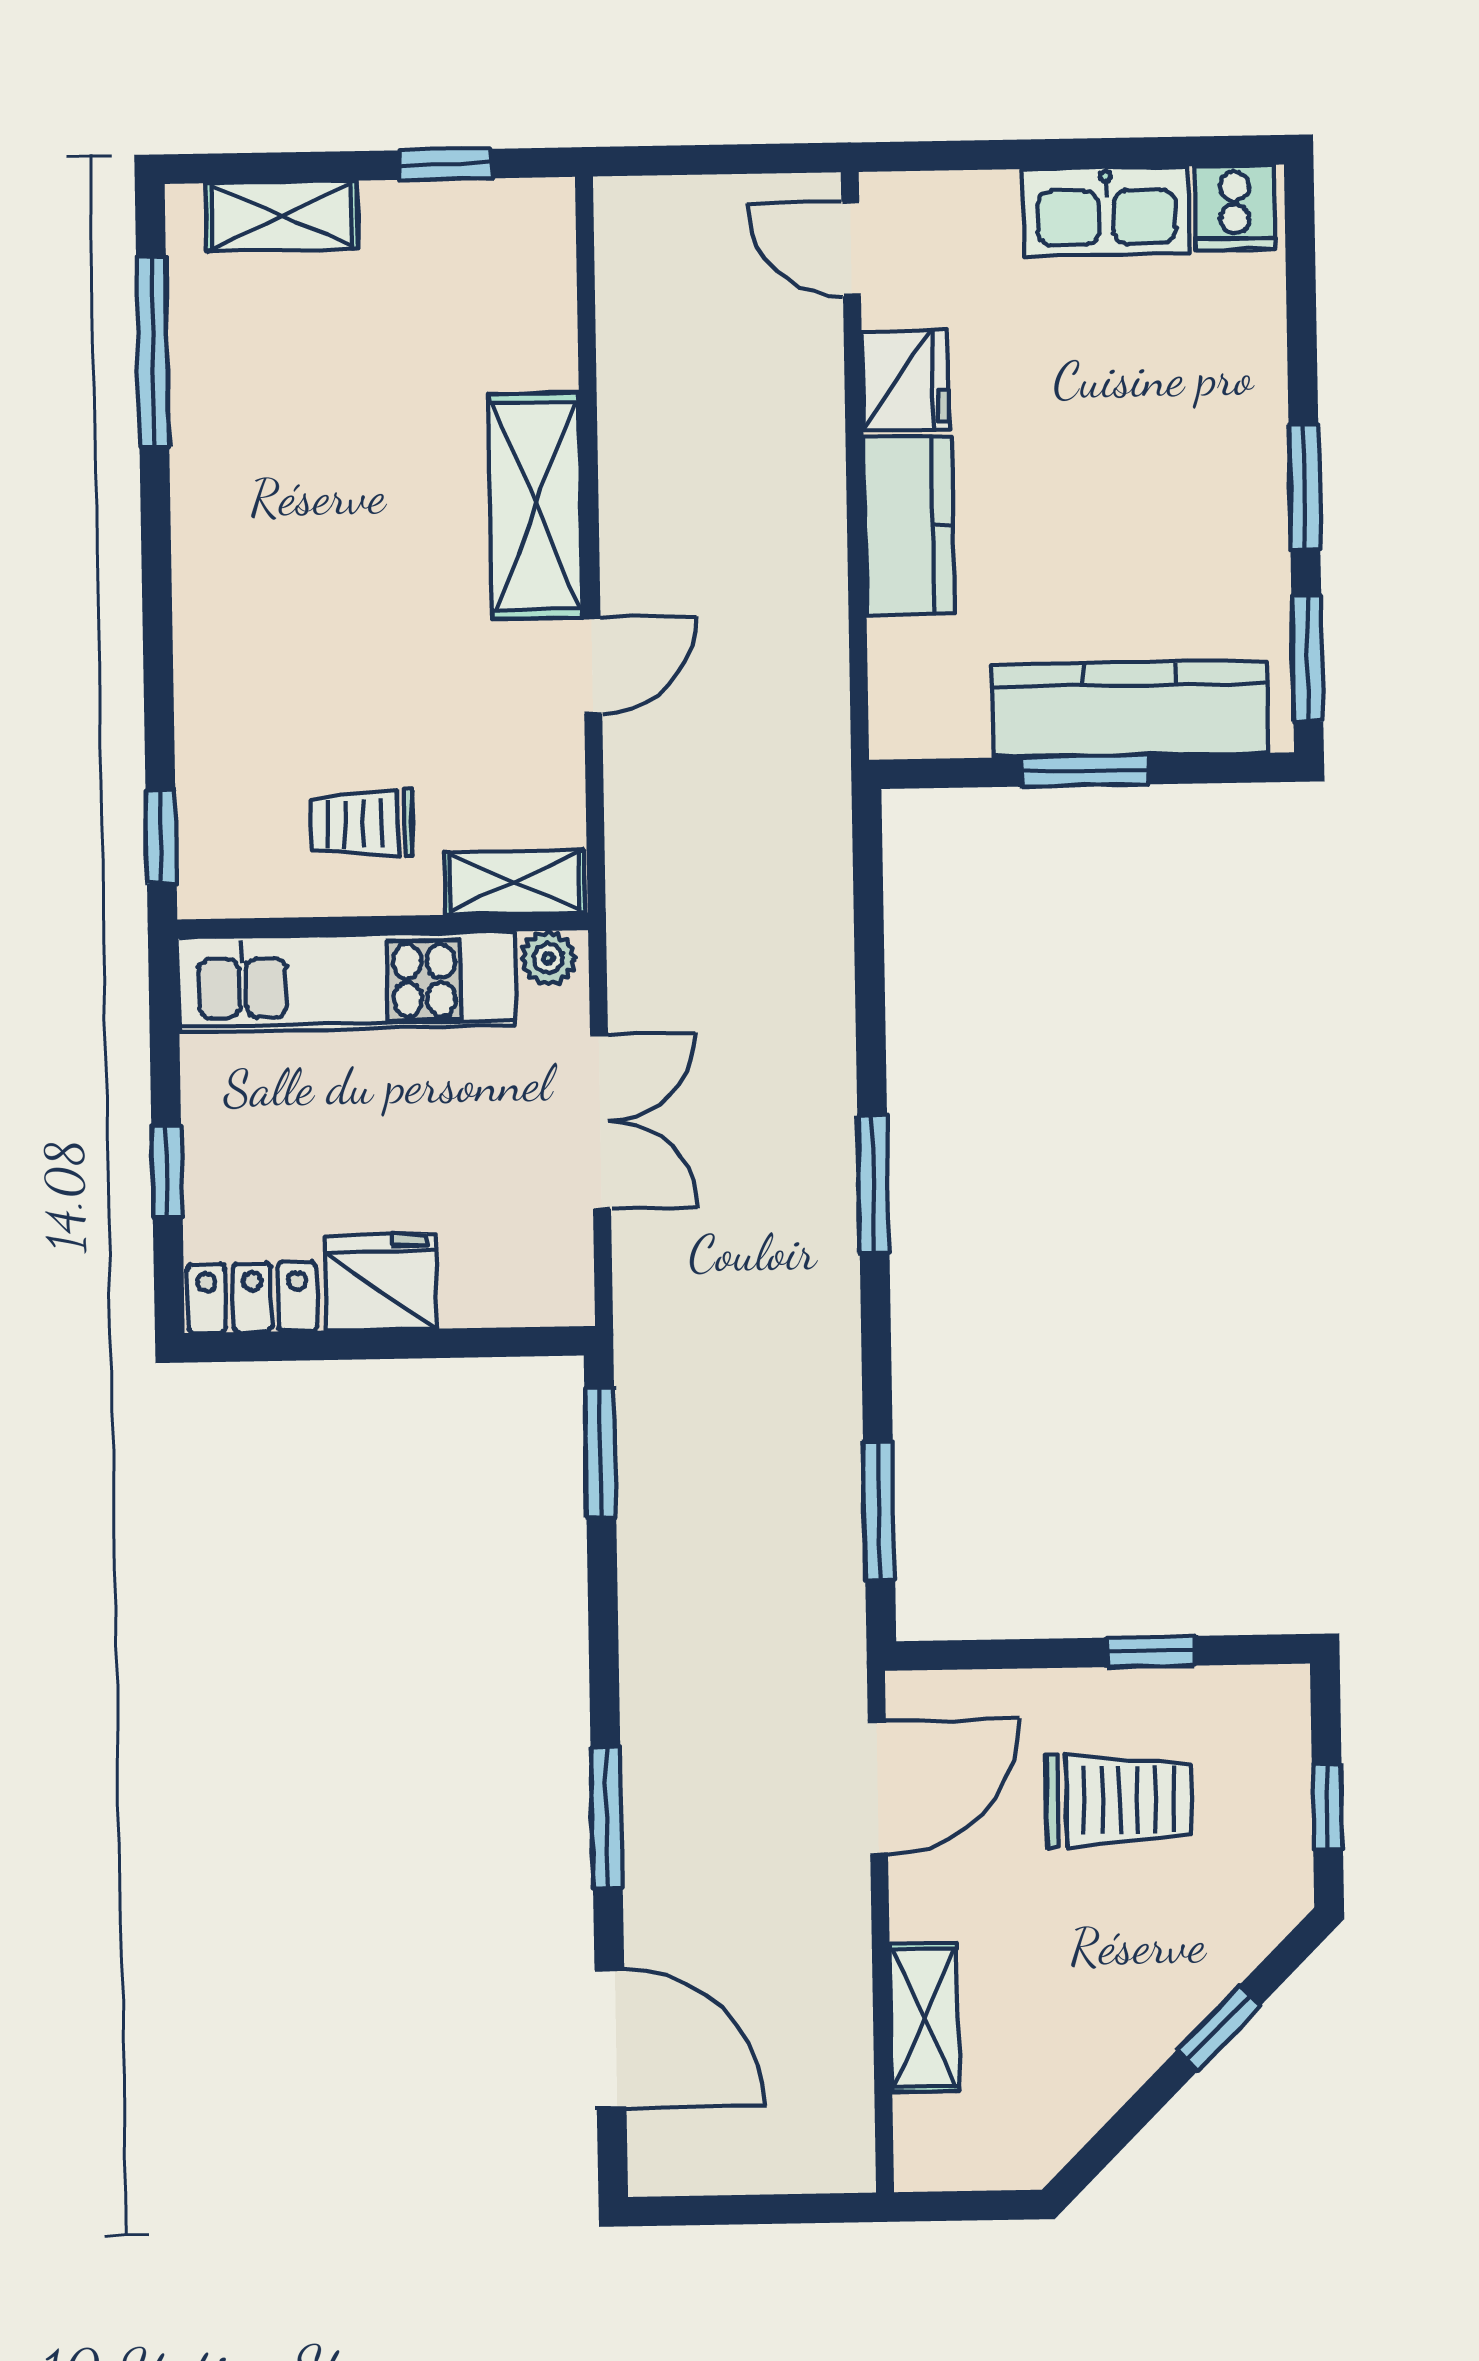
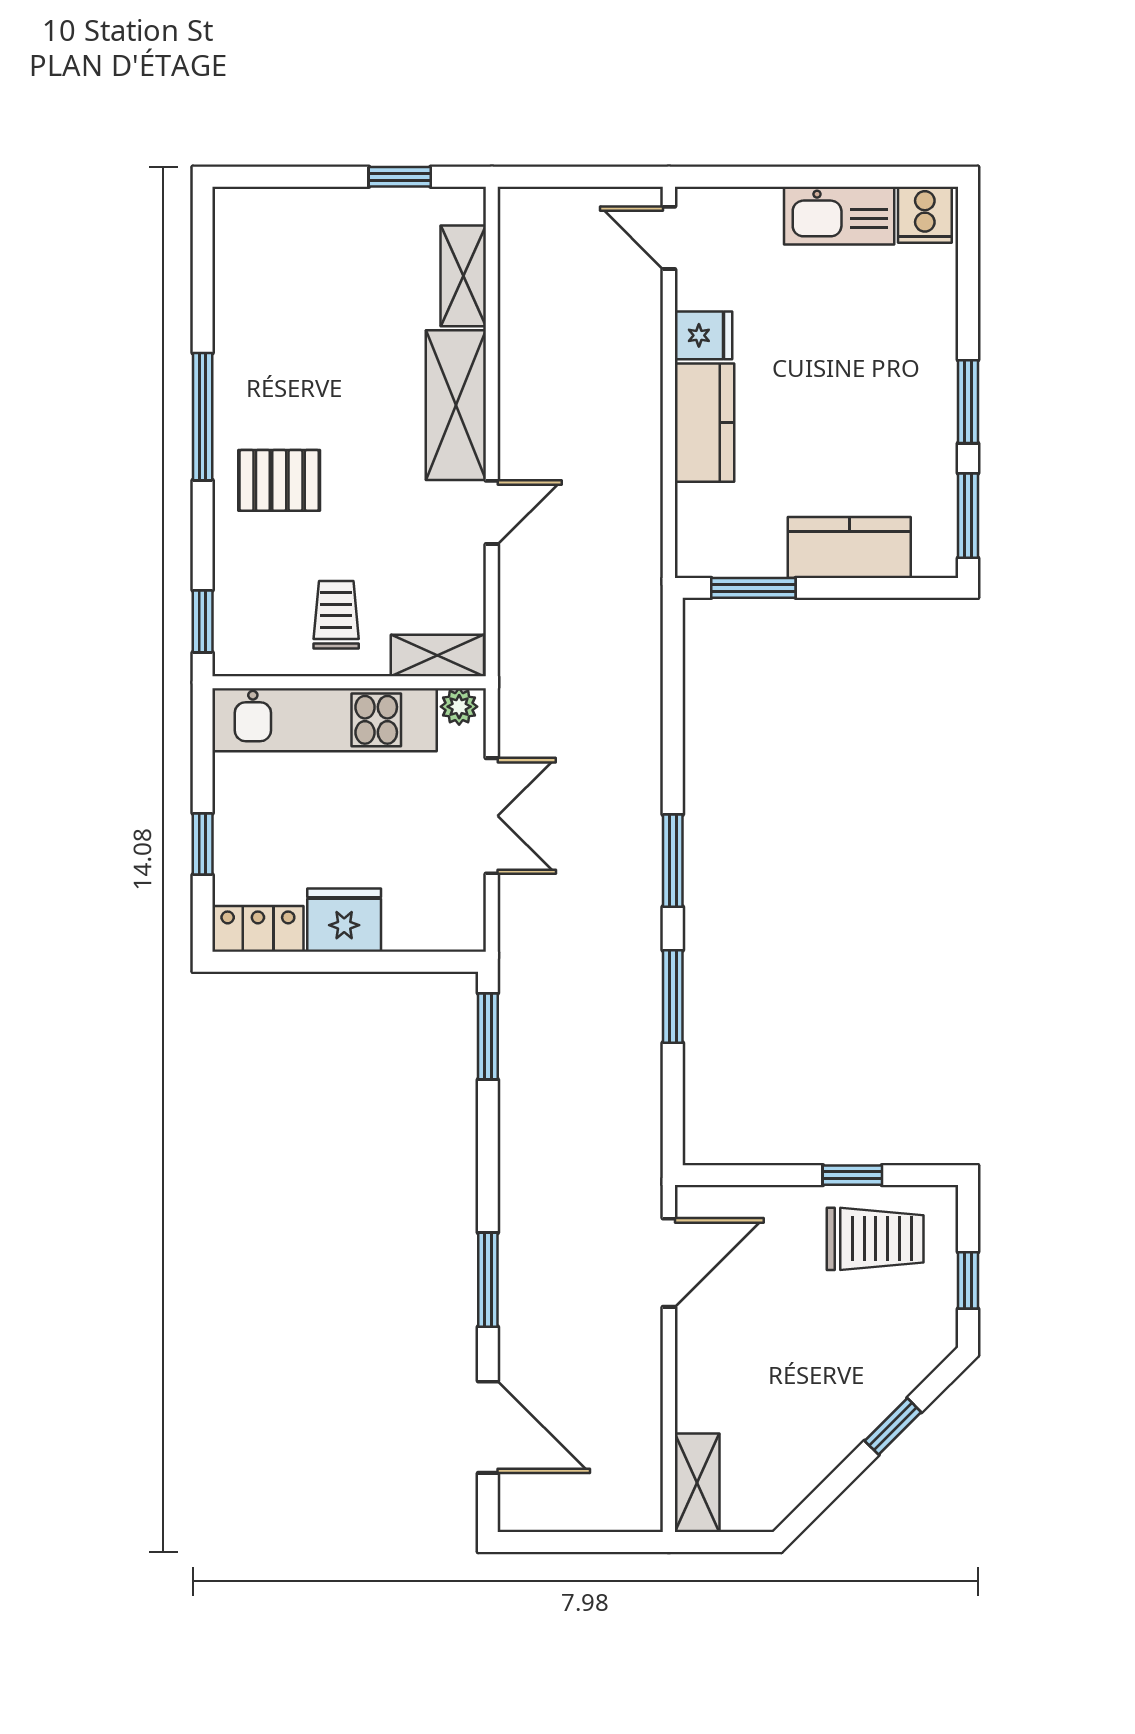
shelving: (281, 216) -> (463, 276), moved, turned 90
window: (153, 352) -> (203, 417), moved
fridge: (905, 381) -> (703, 335), width x0.72
pallet: (272, 623) -> (279, 480), added
kitchen counter: (1130, 709) -> (849, 547), width x0.67
window: (1085, 771) -> (753, 588), moved
trolley: (361, 824) -> (336, 615), turned 90
window: (879, 1510) -> (673, 997), moved
trolley: (1119, 1800) -> (875, 1239), moved
shelving: (924, 2018) -> (697, 1483), moved

